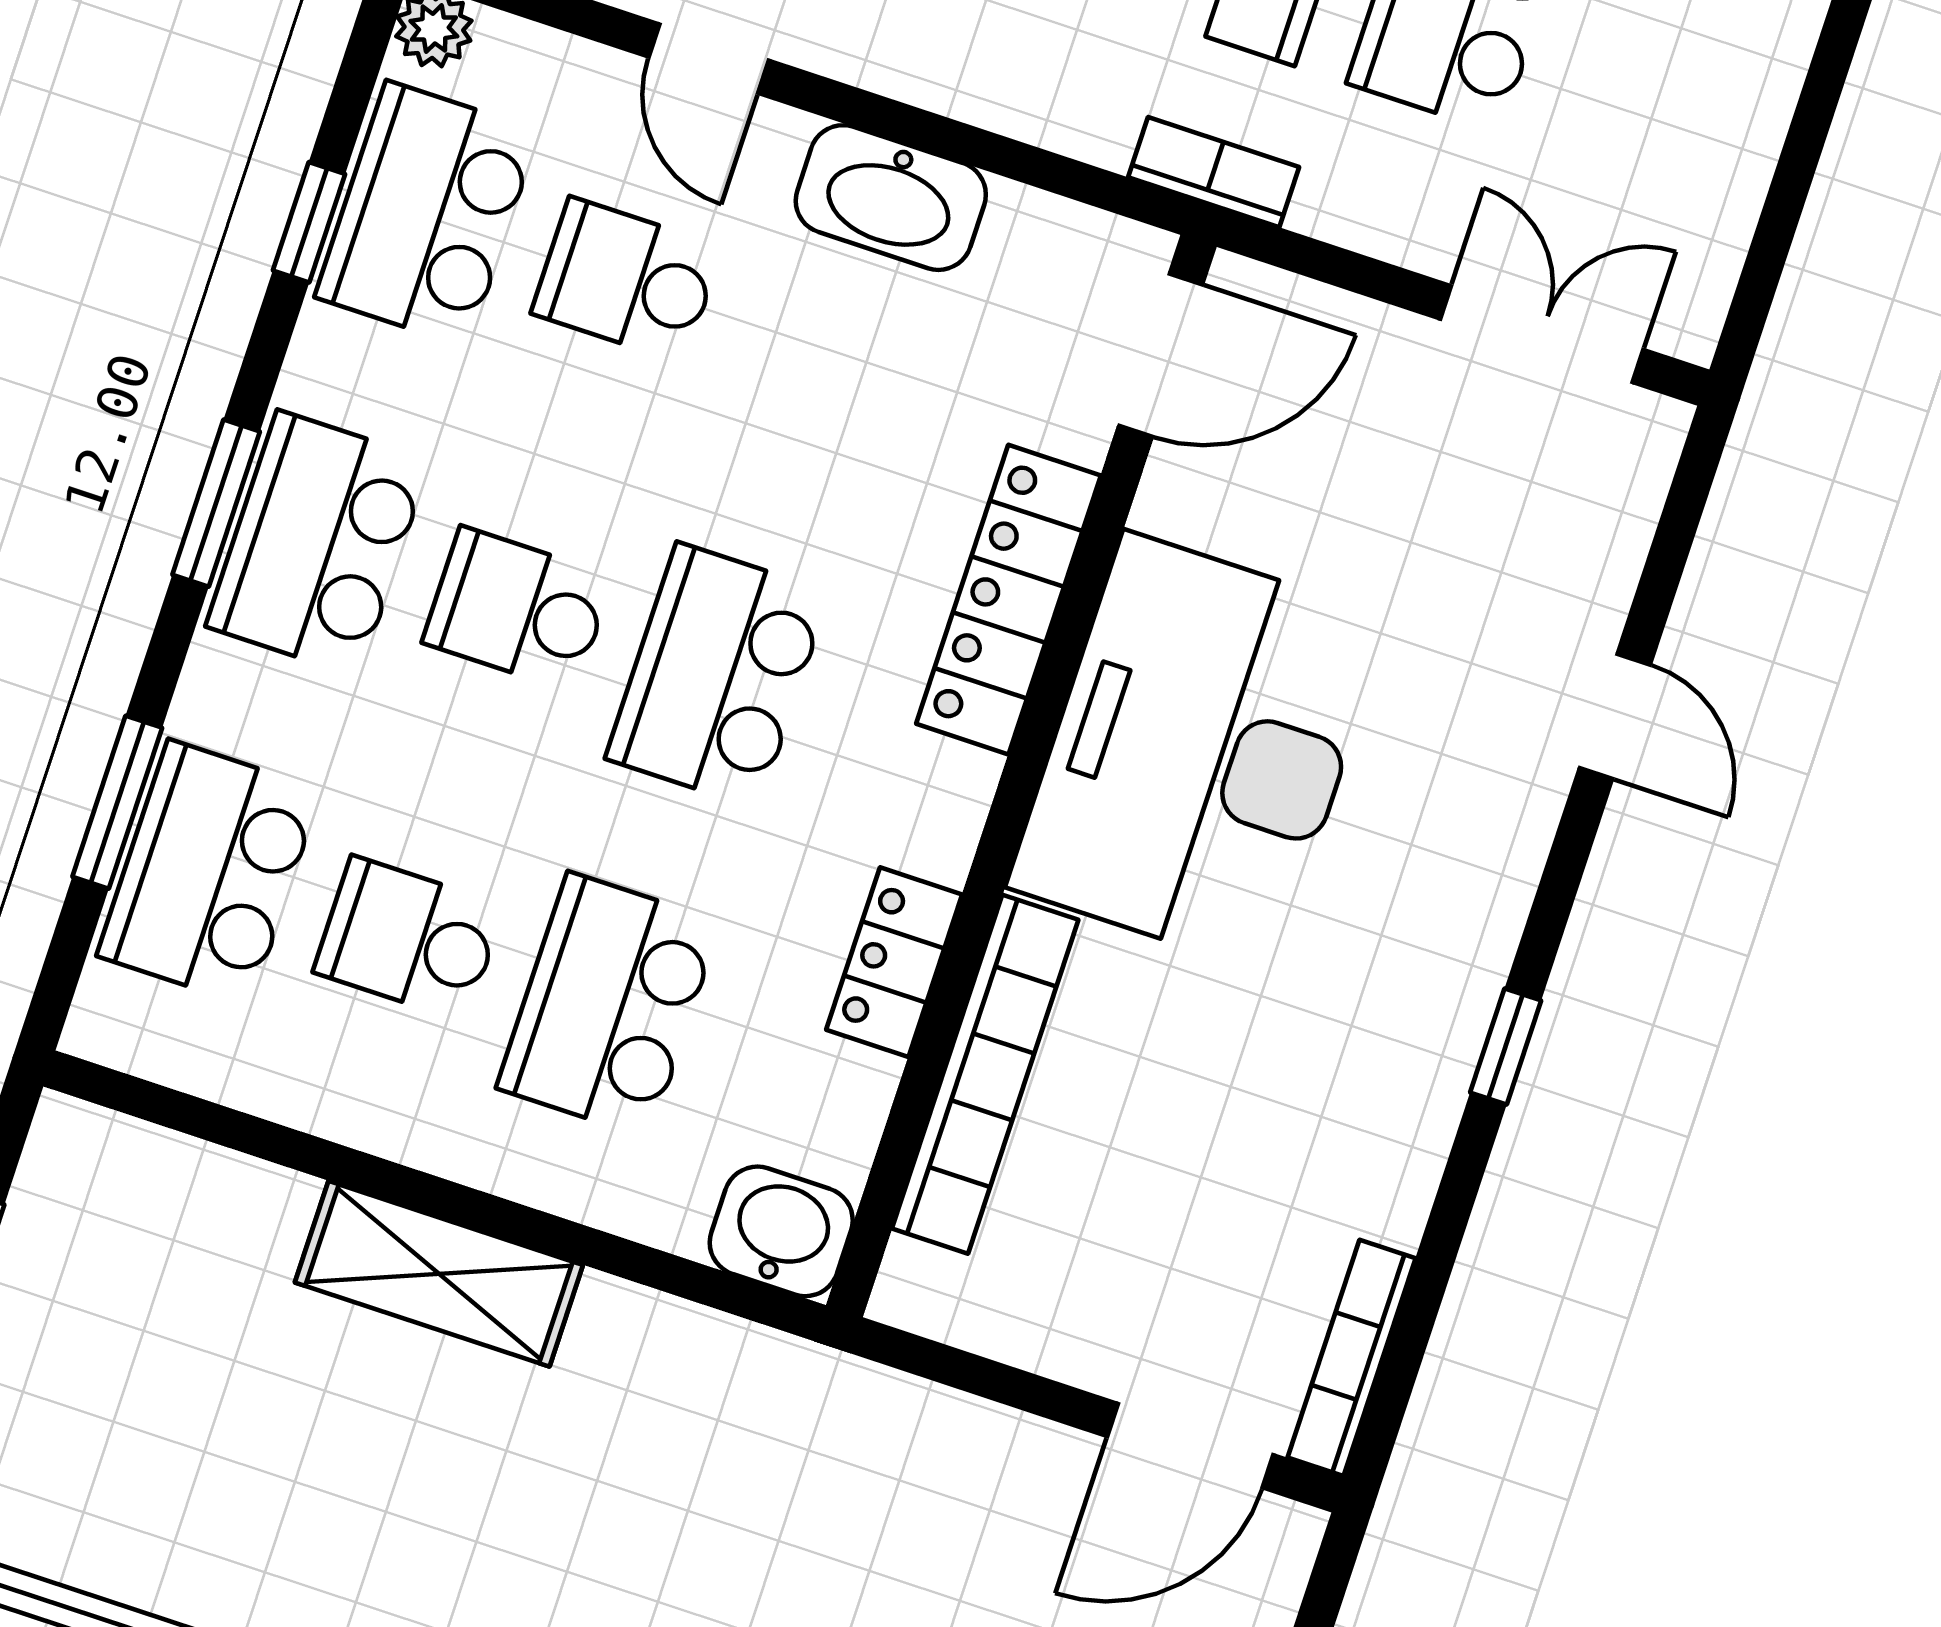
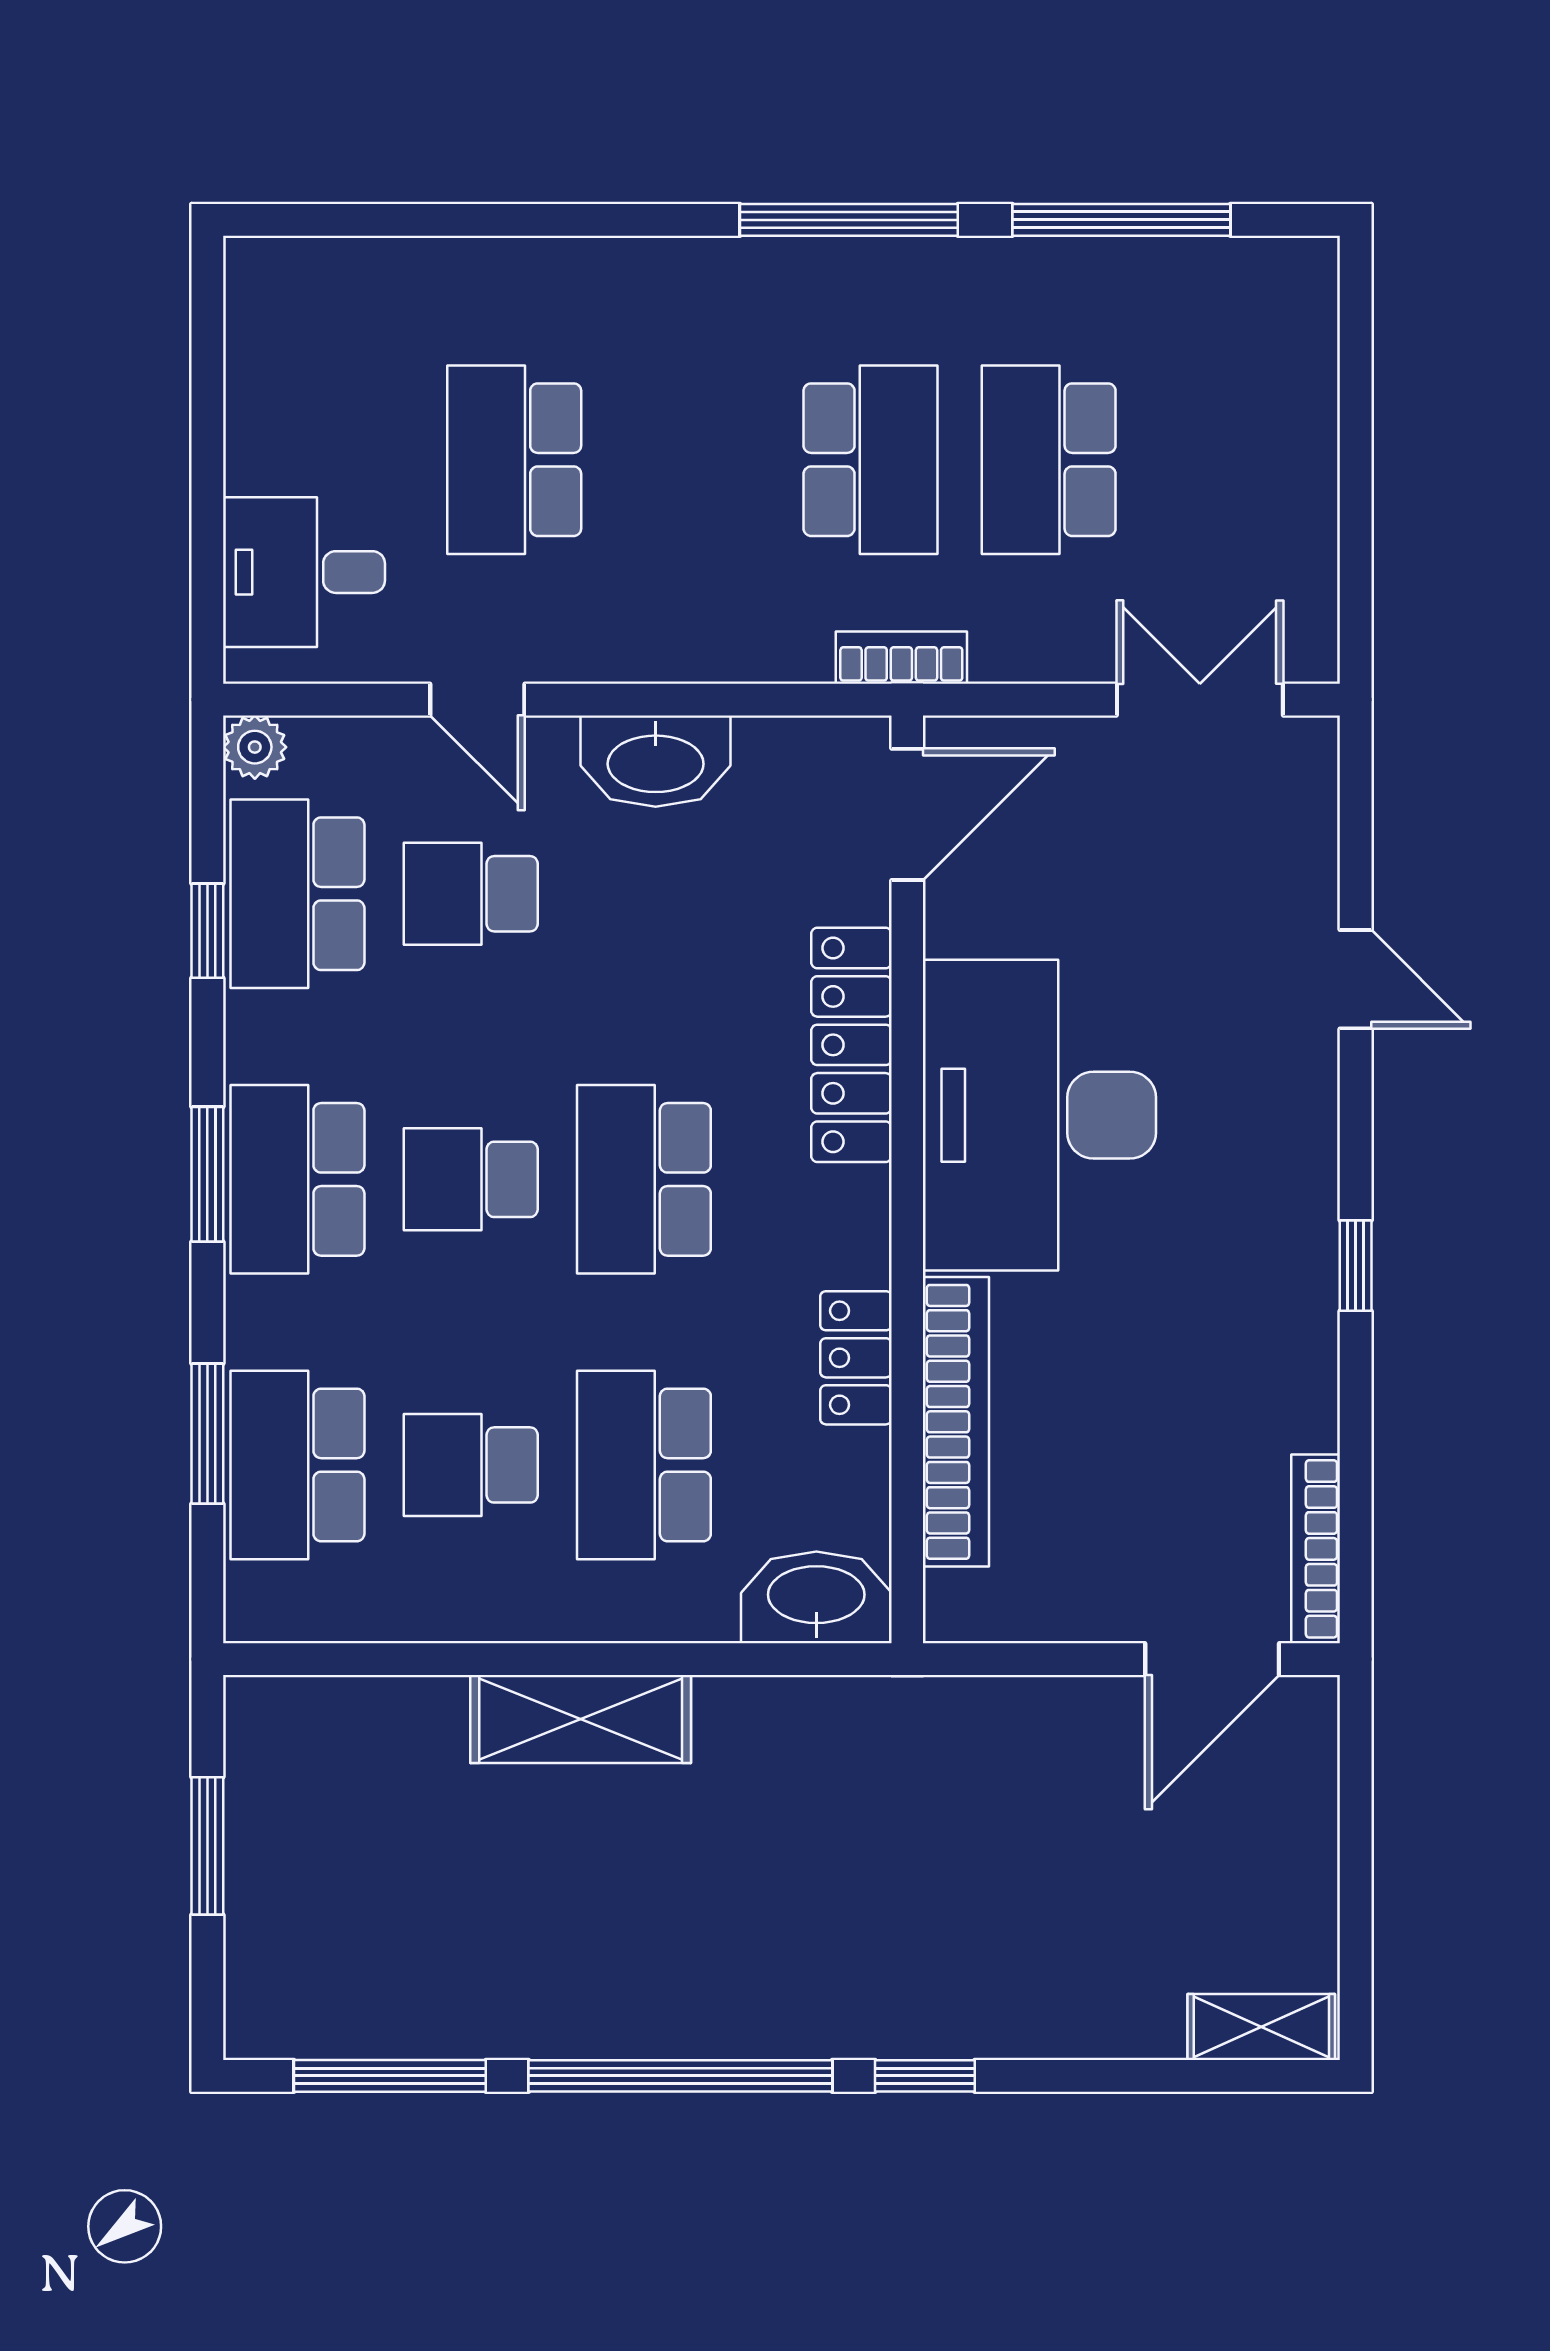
washbasin: (781, 1231) -> (816, 1597), width x1.38

